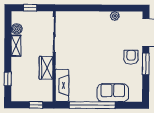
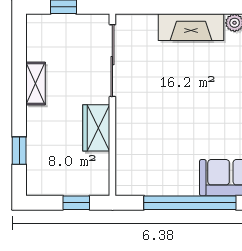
boiler: (17, 29) -> (37, 50), removed
fireplace: (62, 85) -> (191, 27), moved, turned 90

